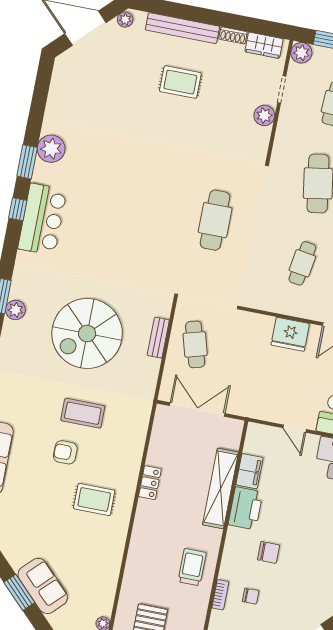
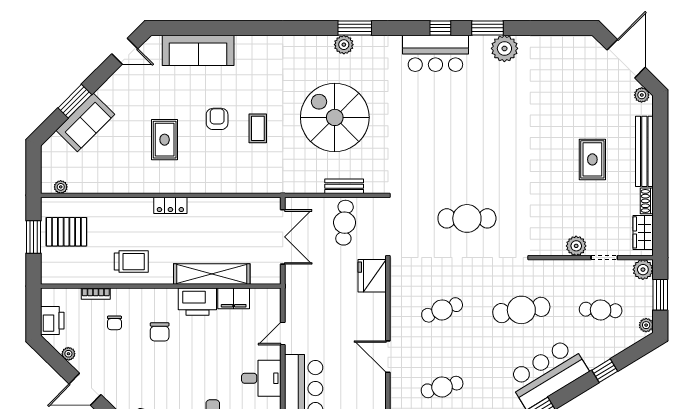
cafe table: (302, 263) -> (442, 310), turned -30
fridge: (290, 334) -> (372, 276), moved
cafe table: (195, 344) -> (345, 223), turned -70
coffee table: (83, 413) -> (258, 128), width x0.73, depth x0.77
locker: (150, 483) -> (170, 205), moved
rug: (94, 499) -> (165, 140), moved
bookcase: (220, 595) -> (96, 294), moved

